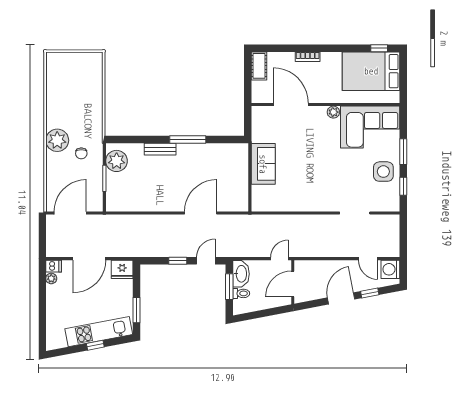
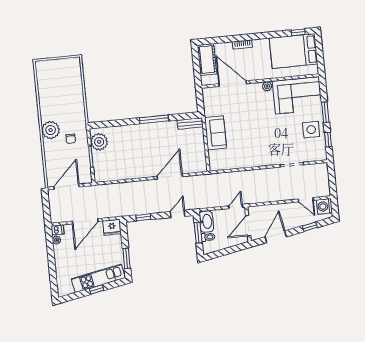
cot: (259, 66) -> (207, 59), width x1.37, depth x1.34
bench: (160, 149) -> (190, 123), moved
window: (178, 261) -> (143, 217), moved
door: (341, 298) -> (276, 237), moved

